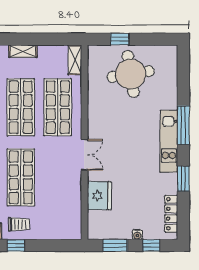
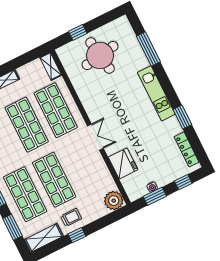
window: (183, 125) -> (148, 49), moved
plant: (71, 229) -> (114, 201), added
water cooler: (137, 235) -> (152, 187), moved

